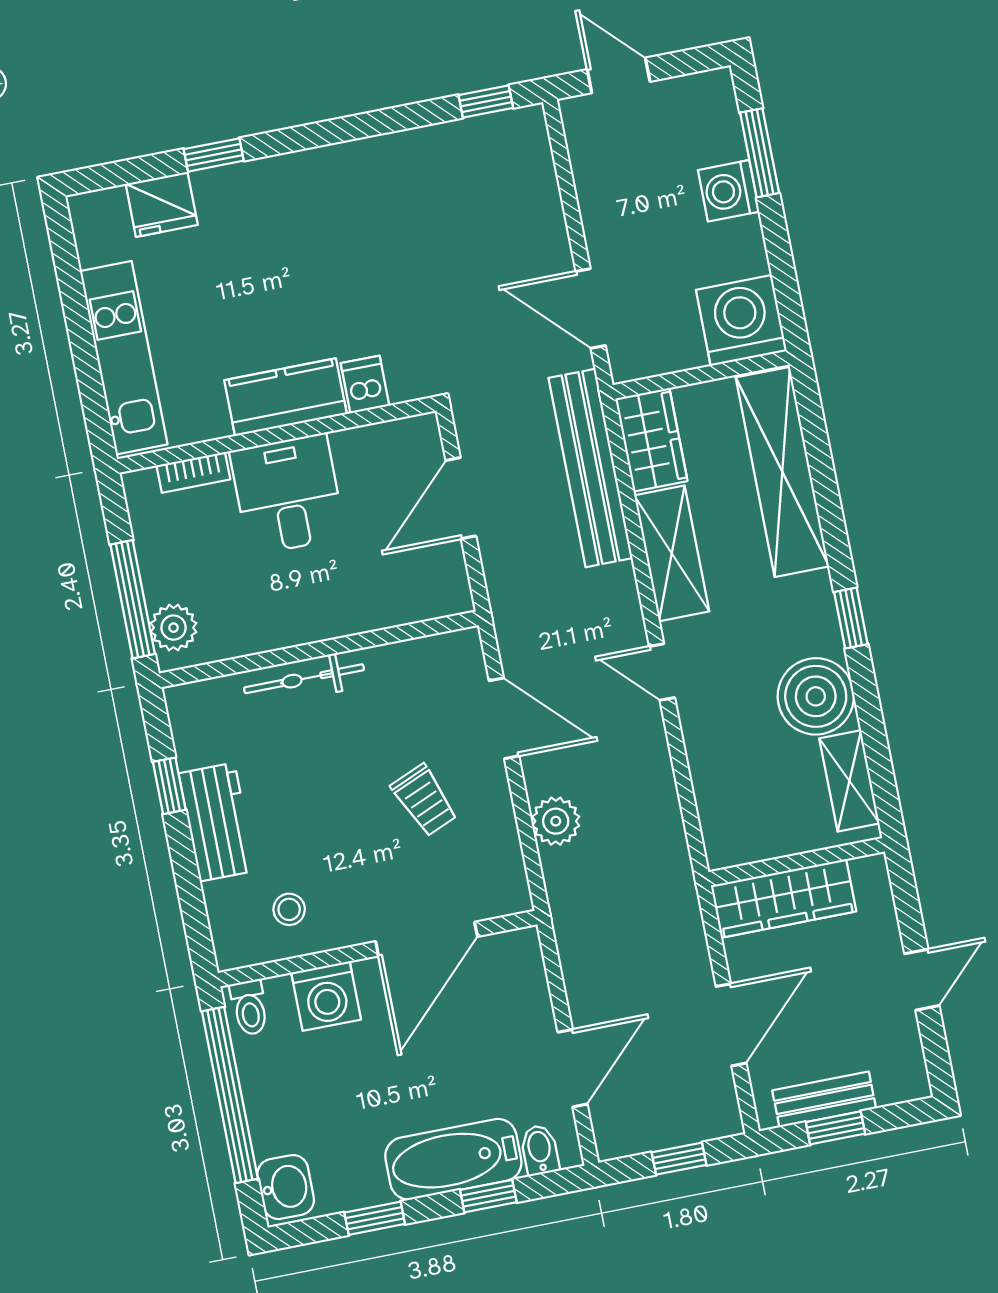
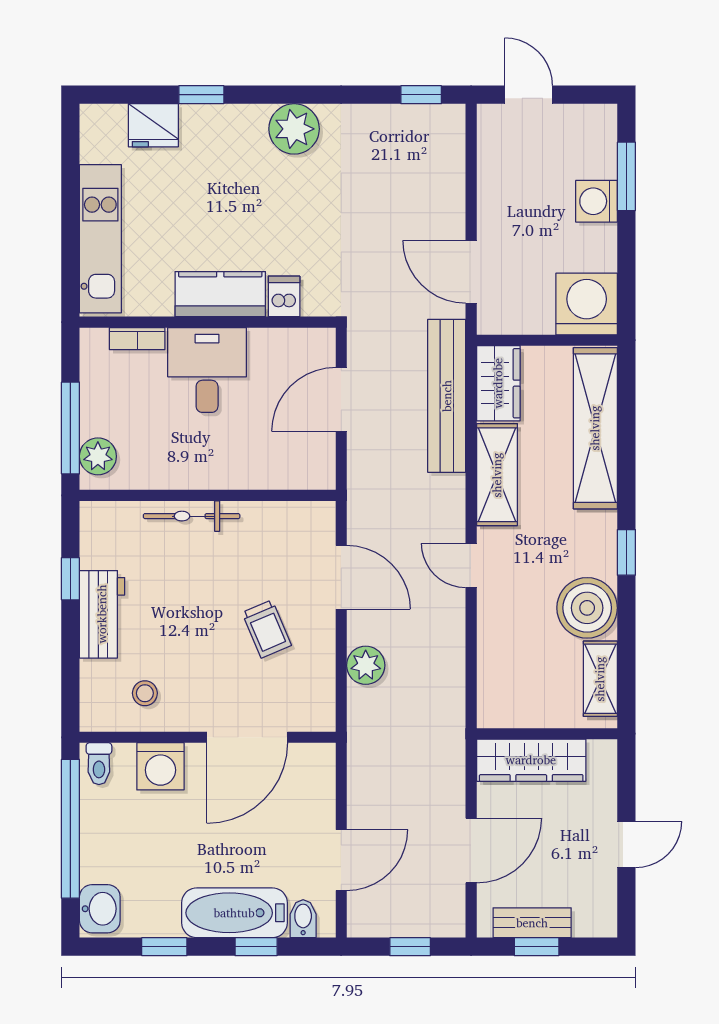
plant: (337, 175) -> (294, 129), added

